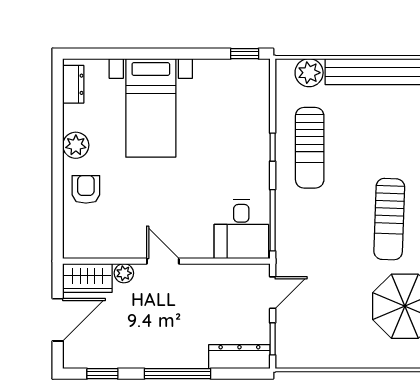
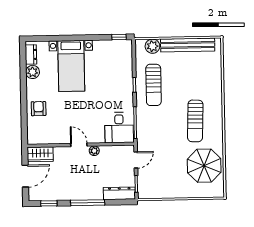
plant: (76, 145) -> (33, 72), moved
plant: (124, 273) -> (94, 151), moved

